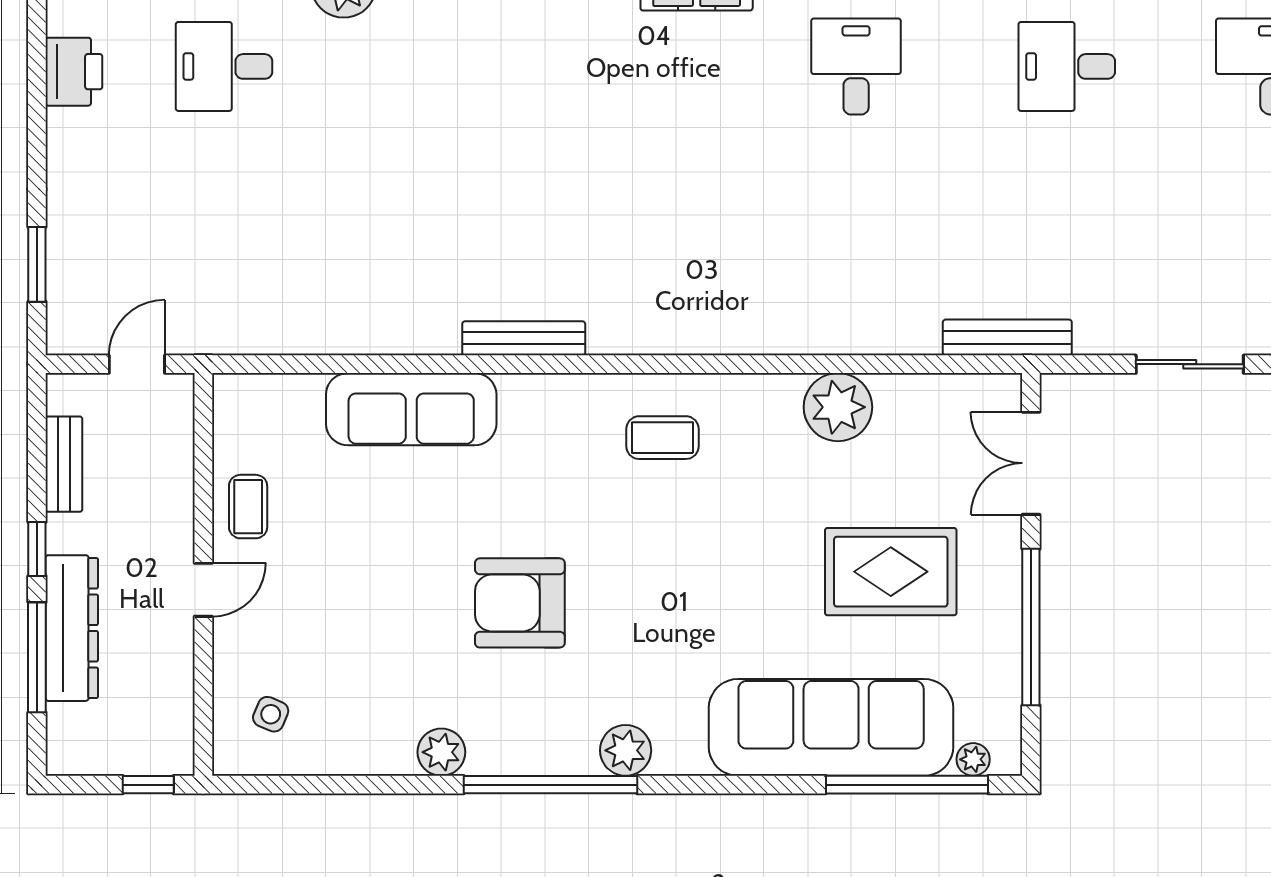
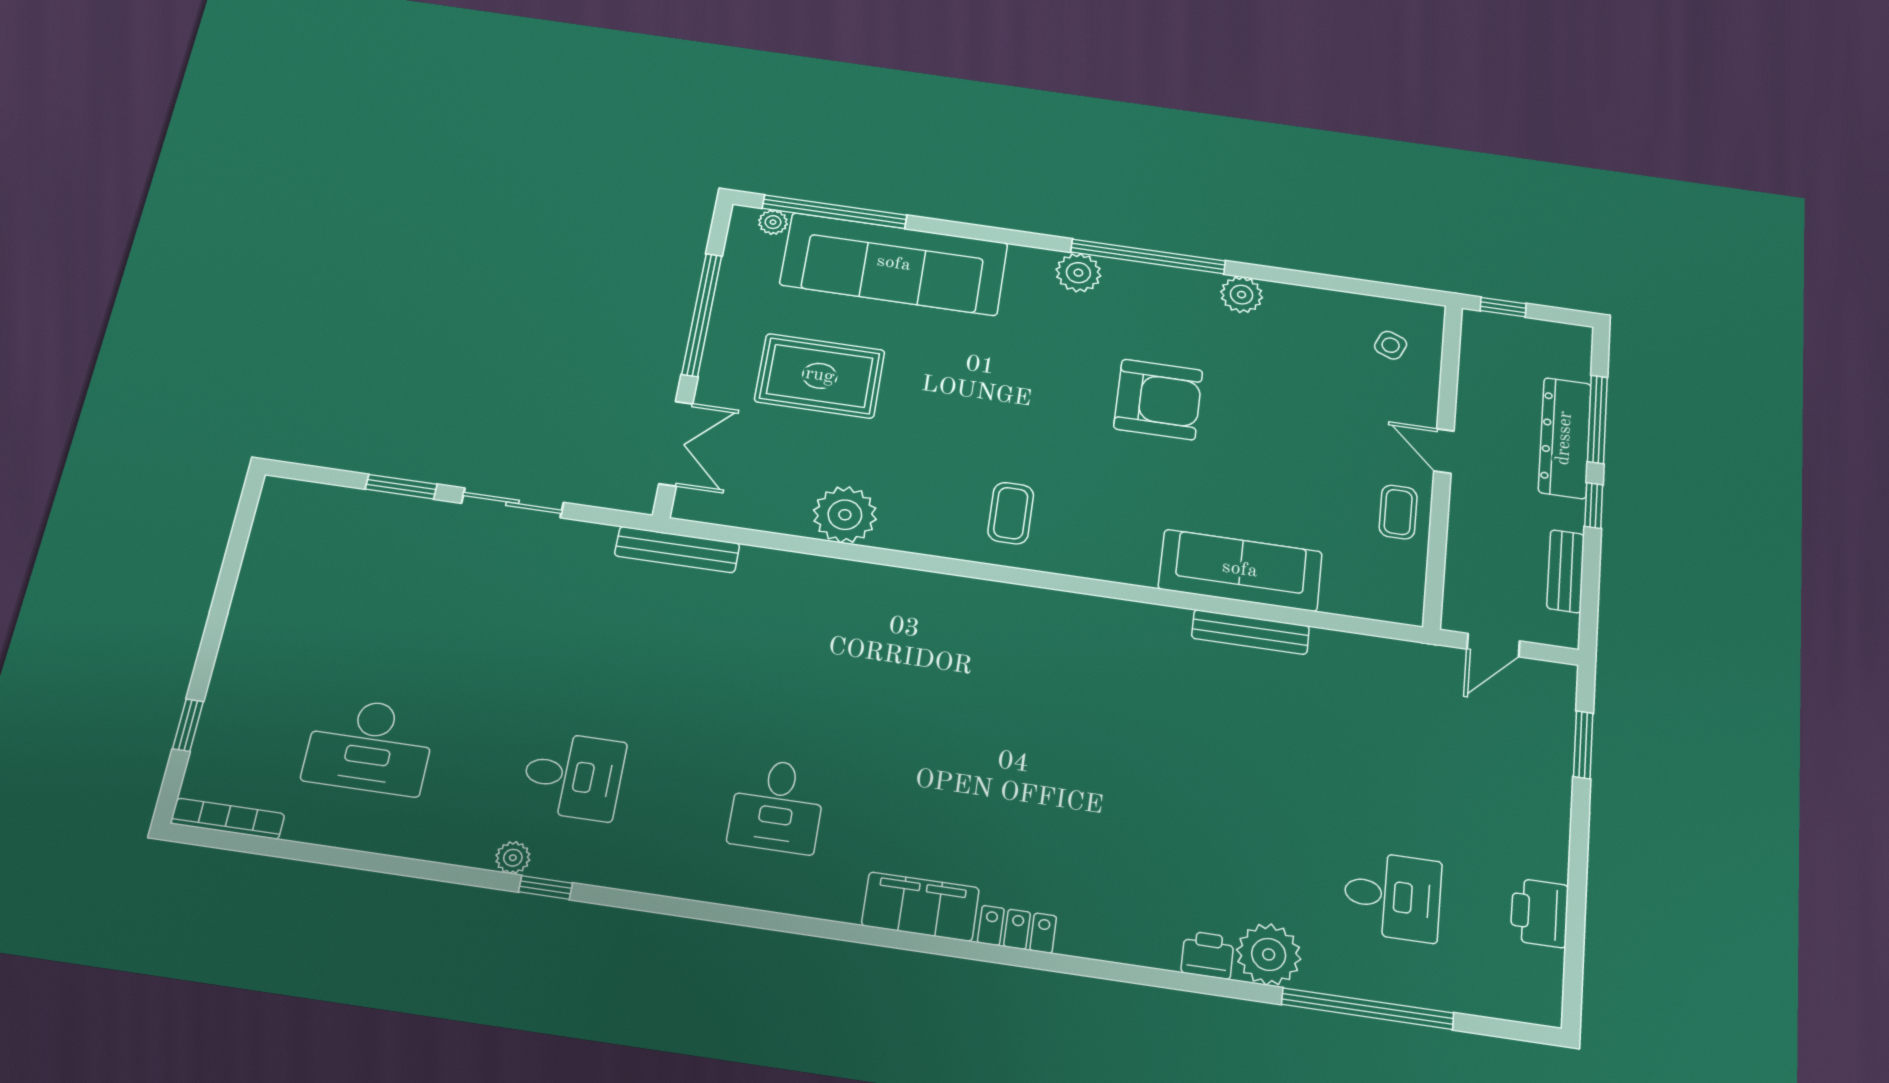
bench: (524, 338) -> (1250, 632), moved
coffee table: (663, 438) -> (1011, 513), turned 90
door: (203, 590) -> (1444, 451), hinge flipped

